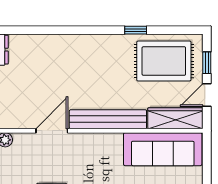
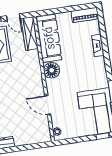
bench: (108, 119) -> (36, 73), removed
floor lamp: (109, 146) -> (52, 70), added

